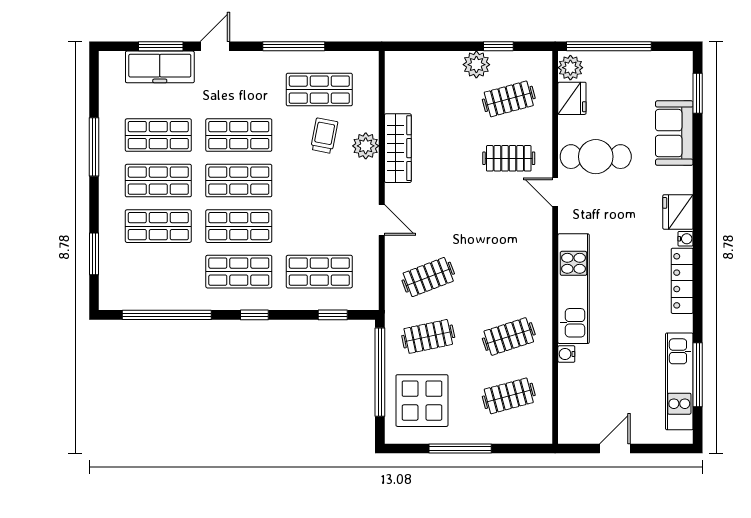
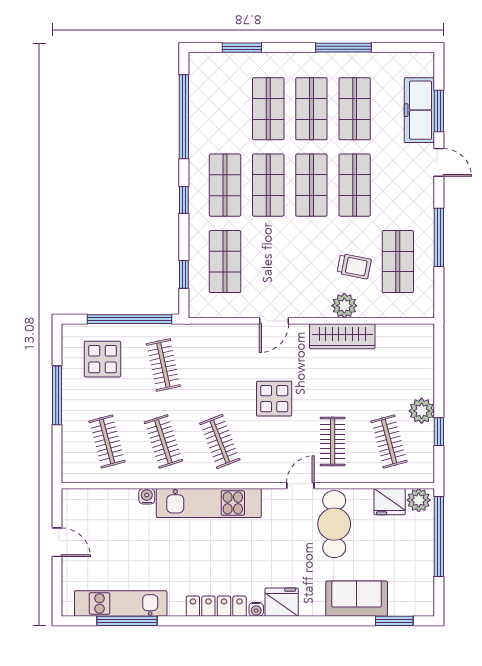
display table: (464, 220) -> (274, 399), added
clothes rail: (428, 277) -> (220, 441), moved
display table: (422, 401) -> (102, 359), width x0.73, depth x0.73

